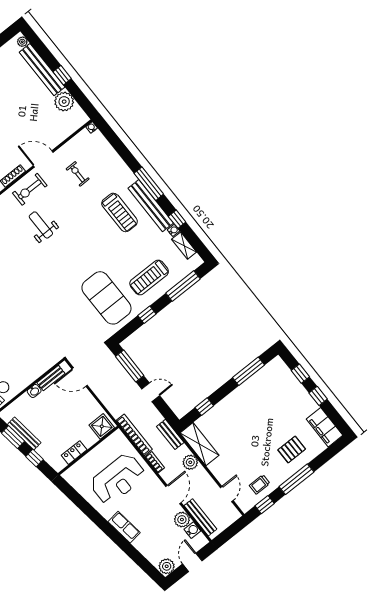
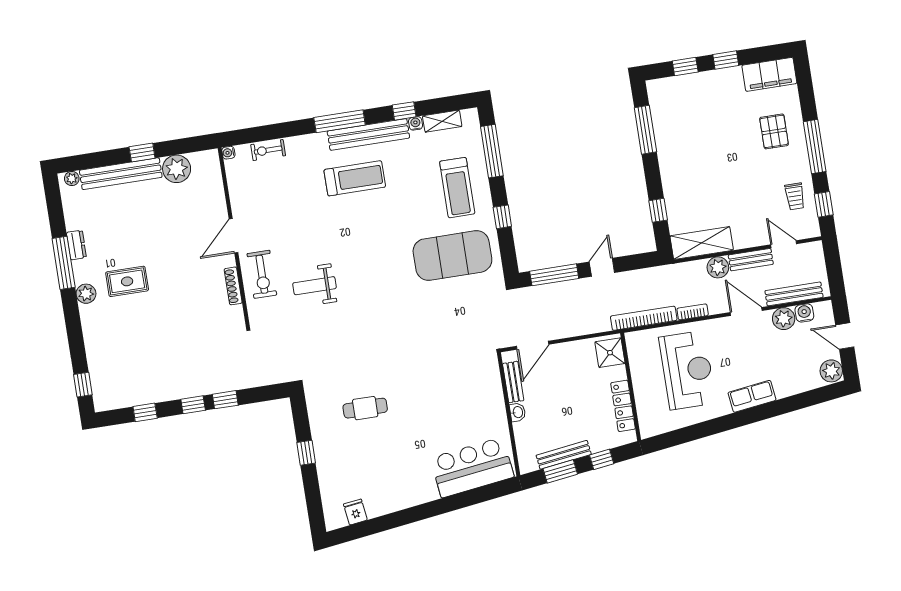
exercise bike: (78, 174) -> (268, 150), moved
bench: (170, 434) -> (751, 260), moved
locker: (74, 453) -> (623, 406), width x1.53

